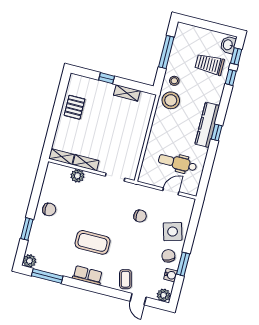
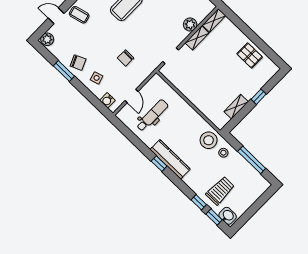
side table: (173, 232) -> (97, 78), width x0.54, depth x0.54
water cooler: (171, 275) -> (107, 100), moved

